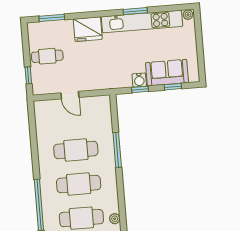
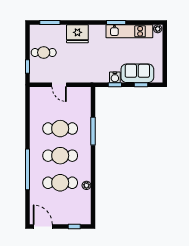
kitchen unit: (142, 22) -> (129, 31), width x0.73

